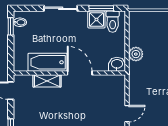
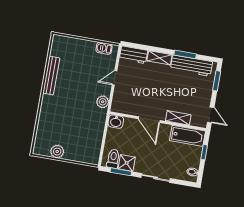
window: (11, 26) -> (204, 152), moved
plant: (136, 54) -> (103, 102), moved
bathtub: (48, 62) -> (187, 136), moved

